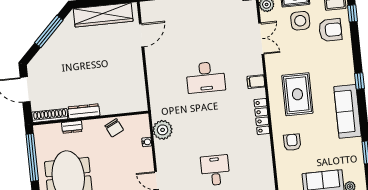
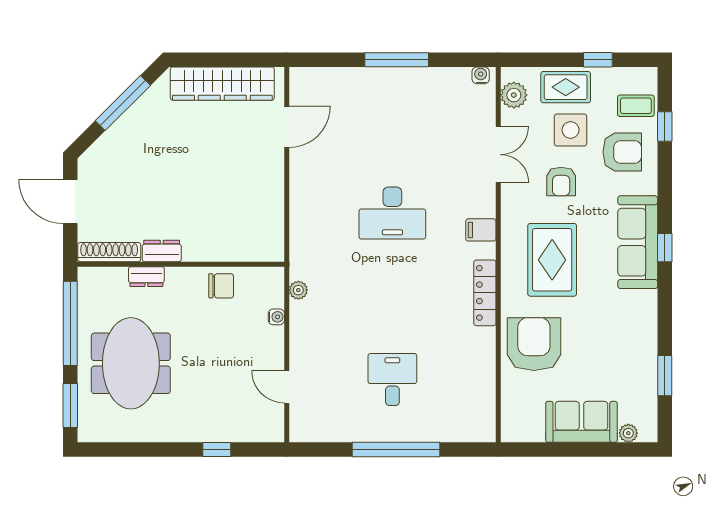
armchair: (298, 50) -> (561, 181), added
dresser: (84, 111) -> (162, 251), width x0.70
sofa: (347, 111) -> (638, 242), moved
chair: (114, 128) -> (221, 286), turned -64
plant: (163, 130) -> (298, 290), width x0.53, depth x0.53
armchair: (292, 142) -> (534, 344), width x1.88, depth x1.88

